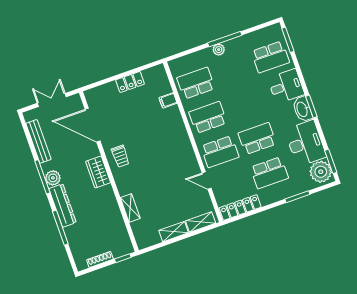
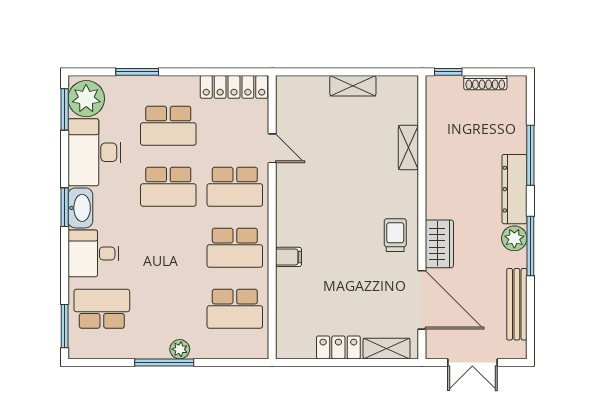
filing cabinet: (168, 100) -> (289, 257), moved
school desk: (220, 152) -> (235, 187), turned 180
wardrobe: (98, 172) -> (439, 244), moved
school desk: (269, 173) -> (168, 126), turned 180
shelving: (201, 222) -> (387, 349), moved

